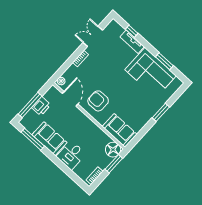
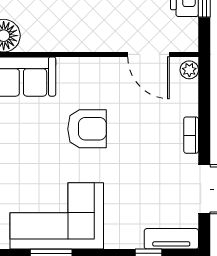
tv unit: (132, 42) -> (171, 239), moved
armchair: (98, 101) -> (87, 129), moved

